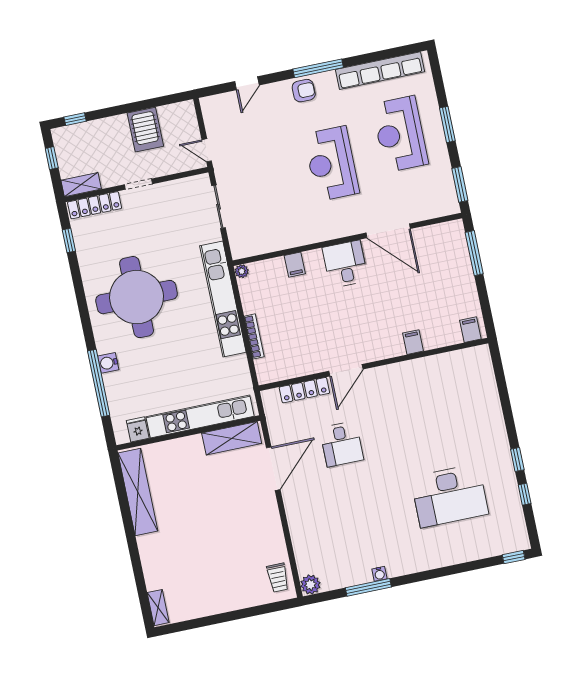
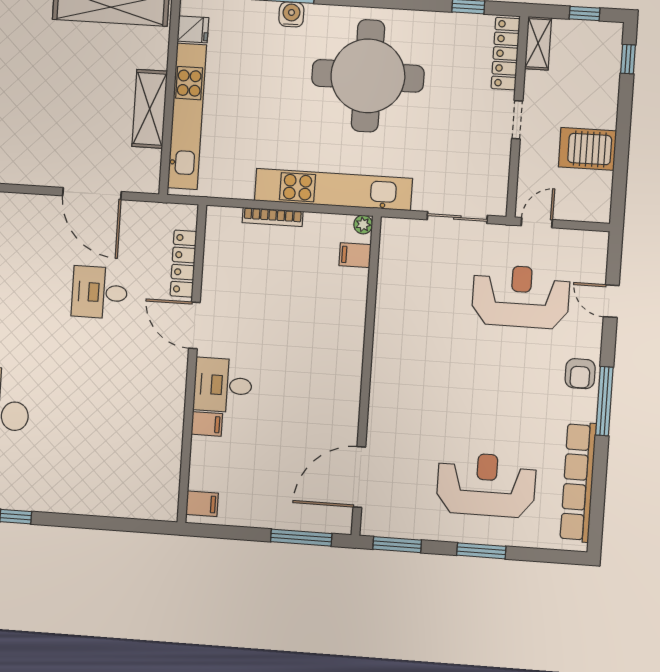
reception desk: (331, 164) -> (521, 297), moved
door: (388, 231) -> (359, 477), moved
desk: (345, 264) -> (223, 385), moved, turned 180
filing cabinet: (295, 265) -> (355, 255), moved
shelving: (232, 438) -> (150, 109), moved

